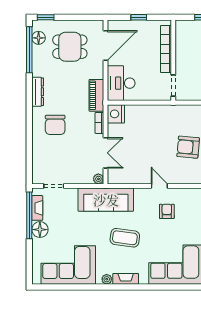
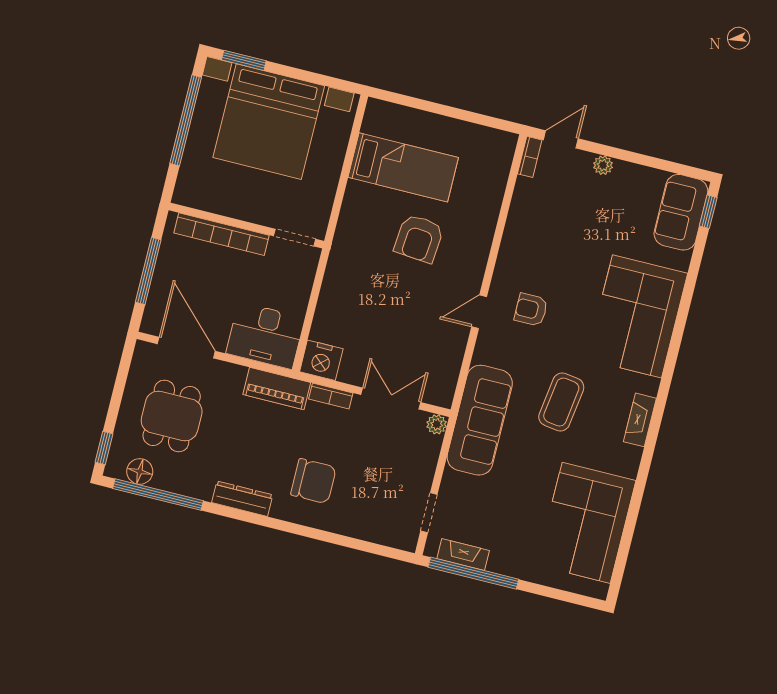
window: (139, 17) -> (148, 271), width x2.17
floor lamp: (40, 230) -> (505, 560), removed
plant: (107, 279) -> (632, 456), removed

